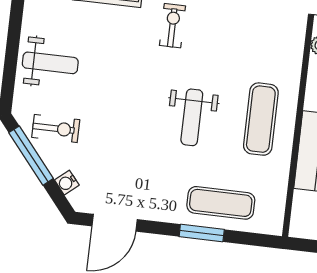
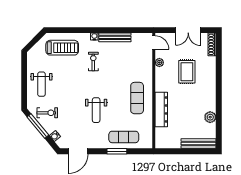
weight bench: (50, 63) -> (41, 84), turned 90
weight bench: (192, 117) -> (96, 110), moved

